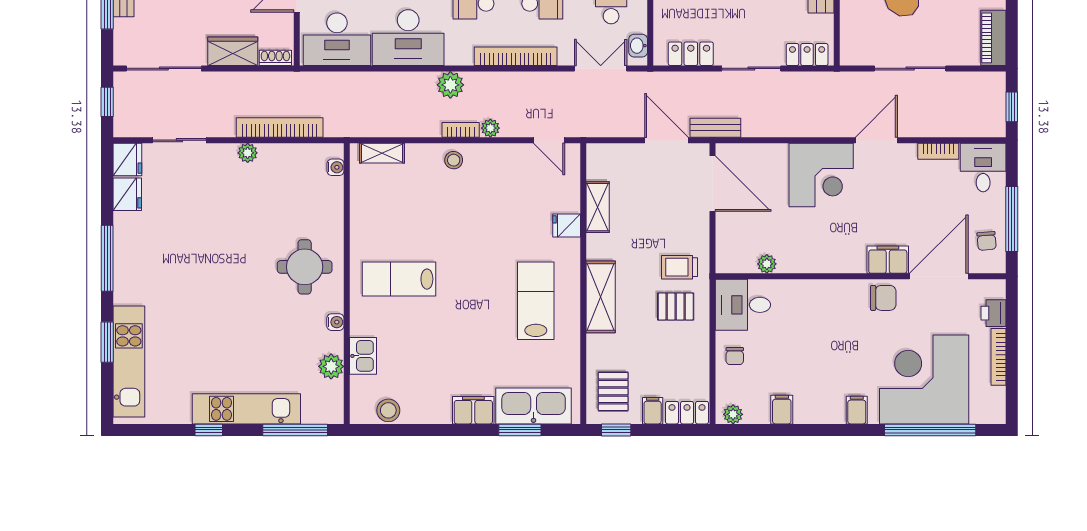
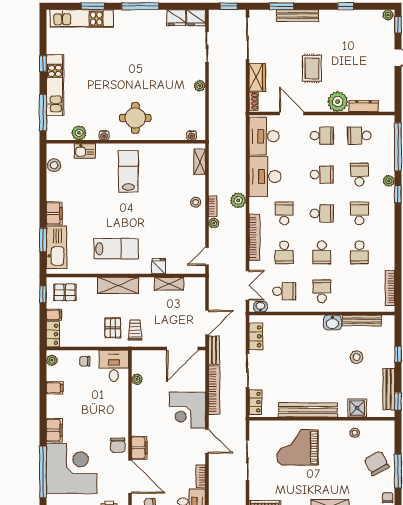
bookcase: (280, 127) -> (214, 390), moved
filing cabinet: (857, 410) -> (54, 430), width x2.00

